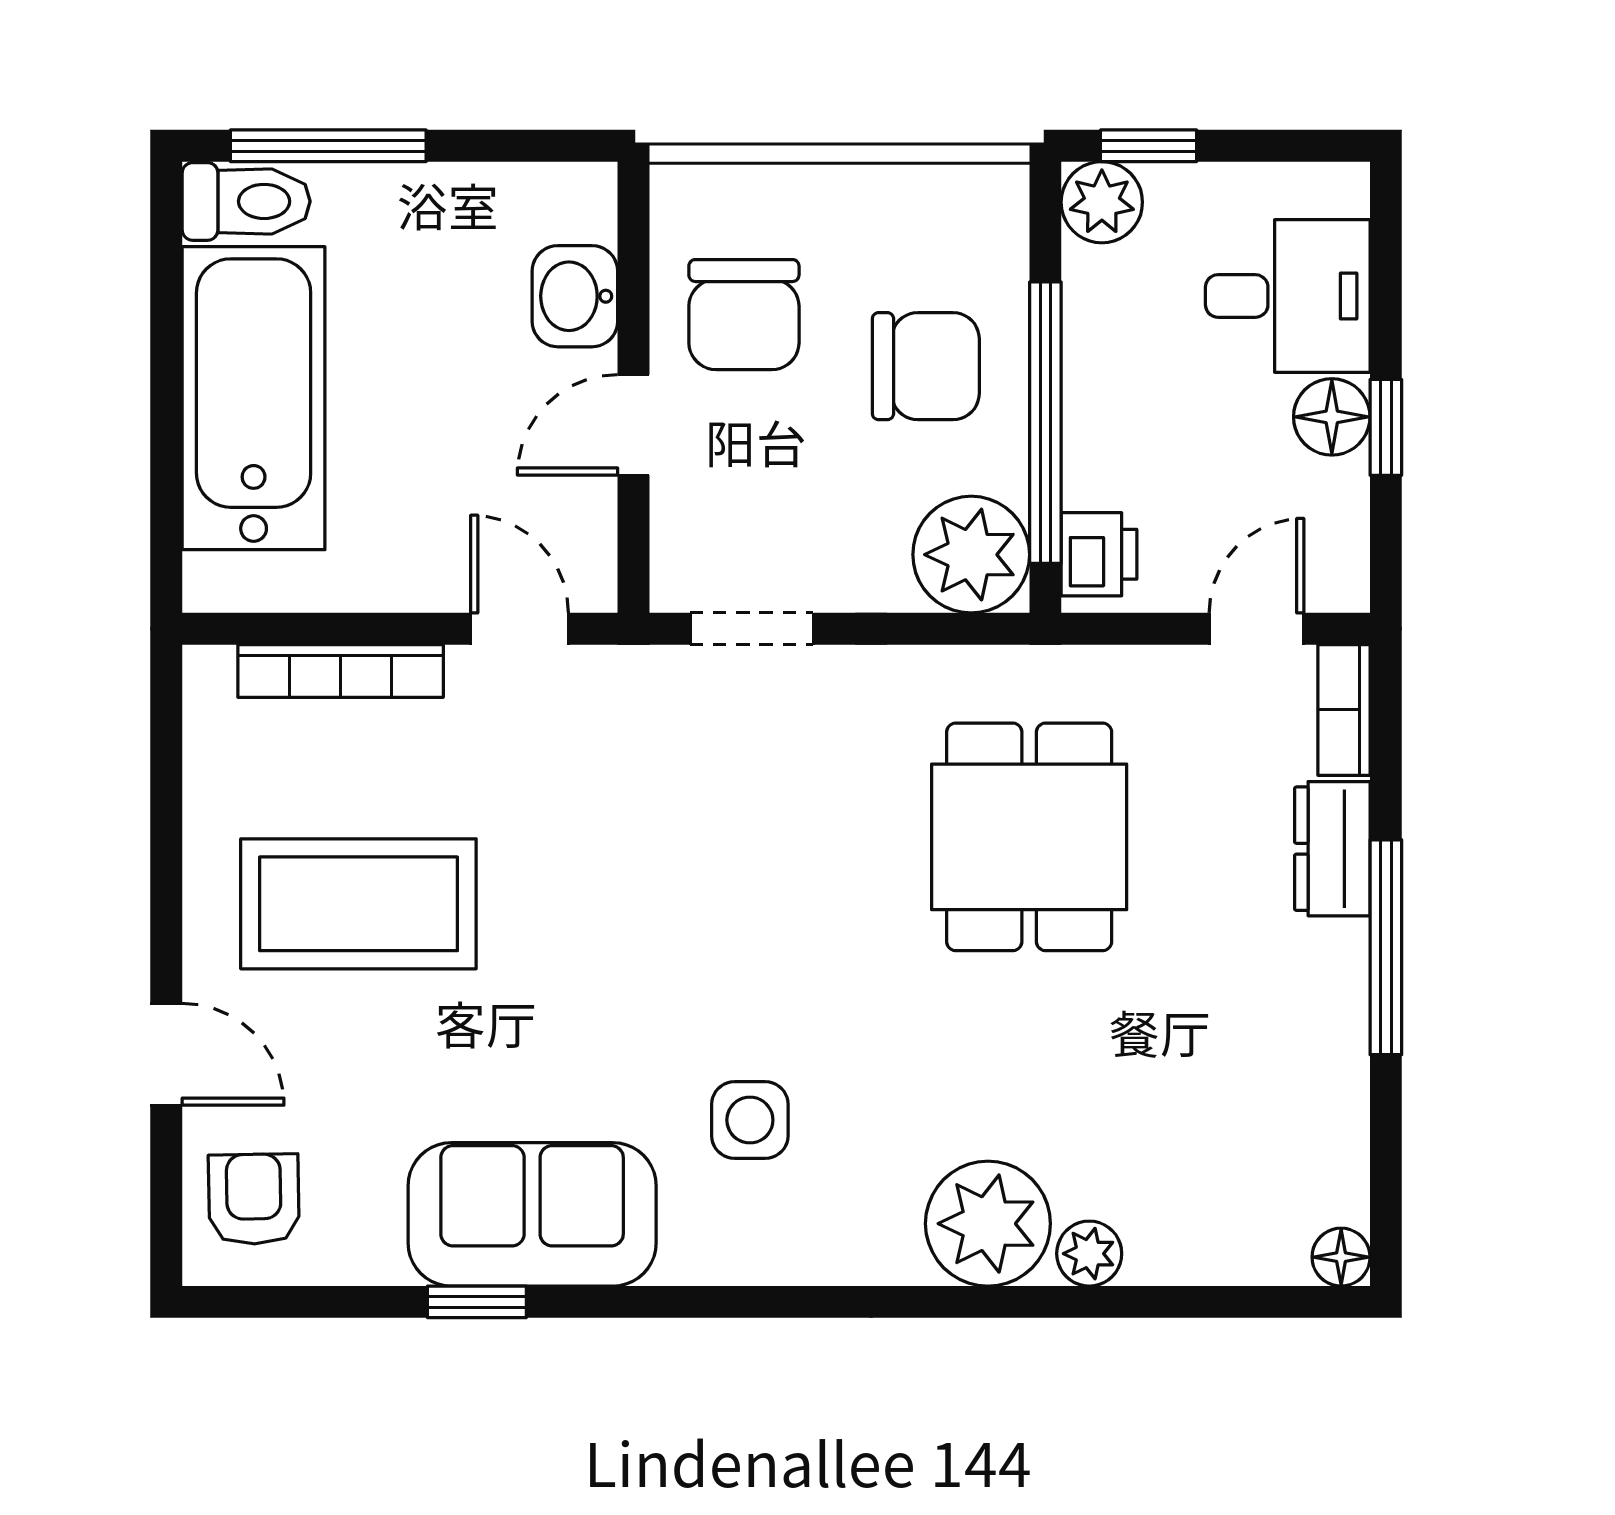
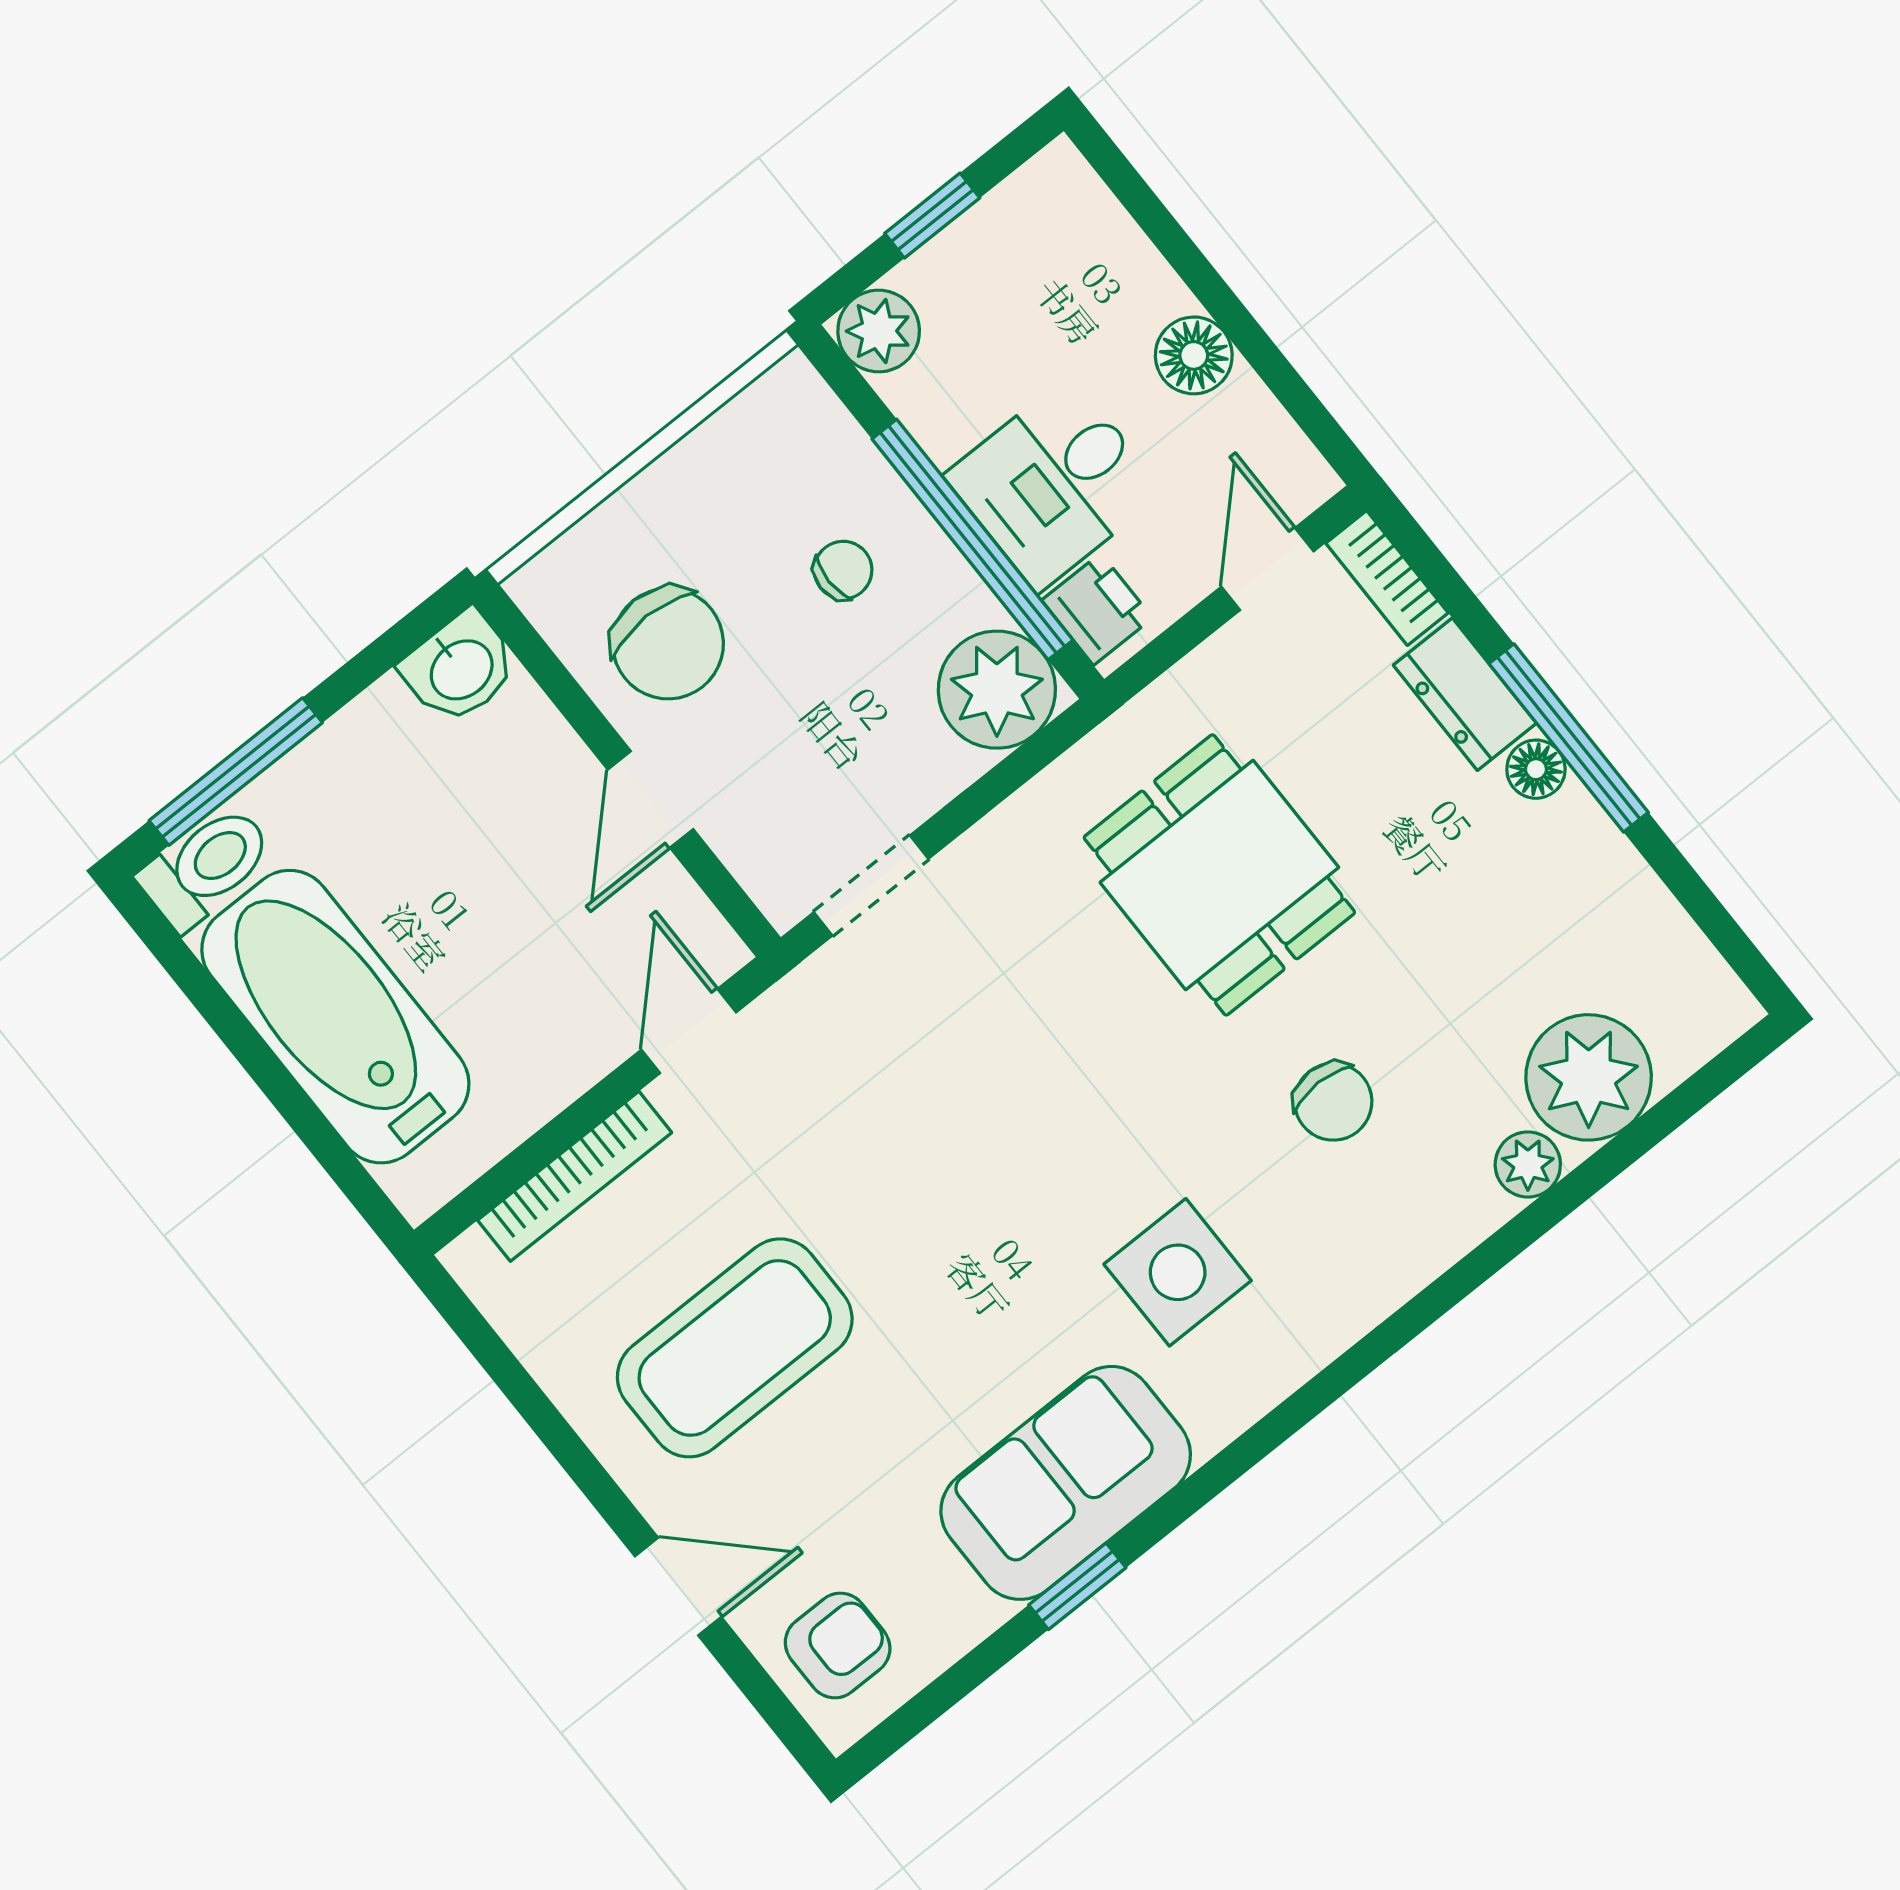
window: (1149, 146) -> (932, 216), moved
washbasin: (575, 296) -> (460, 668), moved, turned -90
desk: (1288, 296) -> (1054, 484), moved, turned 180
chair: (926, 366) -> (843, 570), width x0.54, depth x0.54
window: (1386, 427) -> (1243, 330), removed
door: (520, 629) -> (689, 1031), hinge flipped
chair: (977, 1084) -> (1333, 1102), added
side table: (750, 1120) -> (1178, 1272), width x1.37, depth x1.37
armchair: (254, 1199) -> (838, 1645), turned 91
plant: (988, 1224) -> (1589, 1077), moved
floor lamp: (1341, 1257) -> (1536, 769), moved

